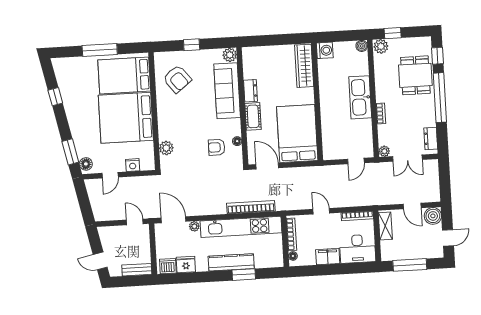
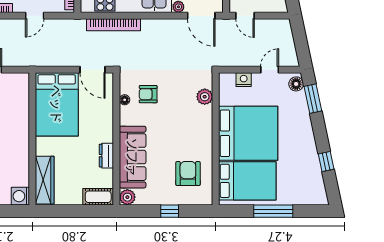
armchair: (177, 79) -> (188, 174), turned 38
cot: (253, 116) -> (98, 197), moved, turned 90
armchair: (217, 147) -> (148, 94), turned 180
door: (321, 211) -> (35, 16), hinge flipped

